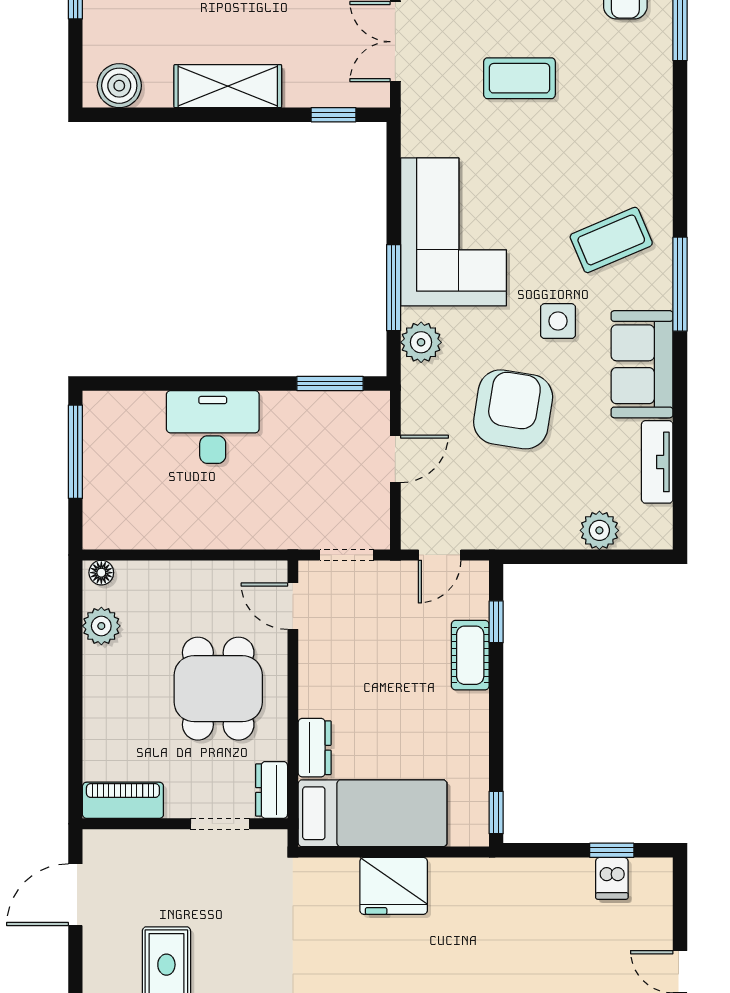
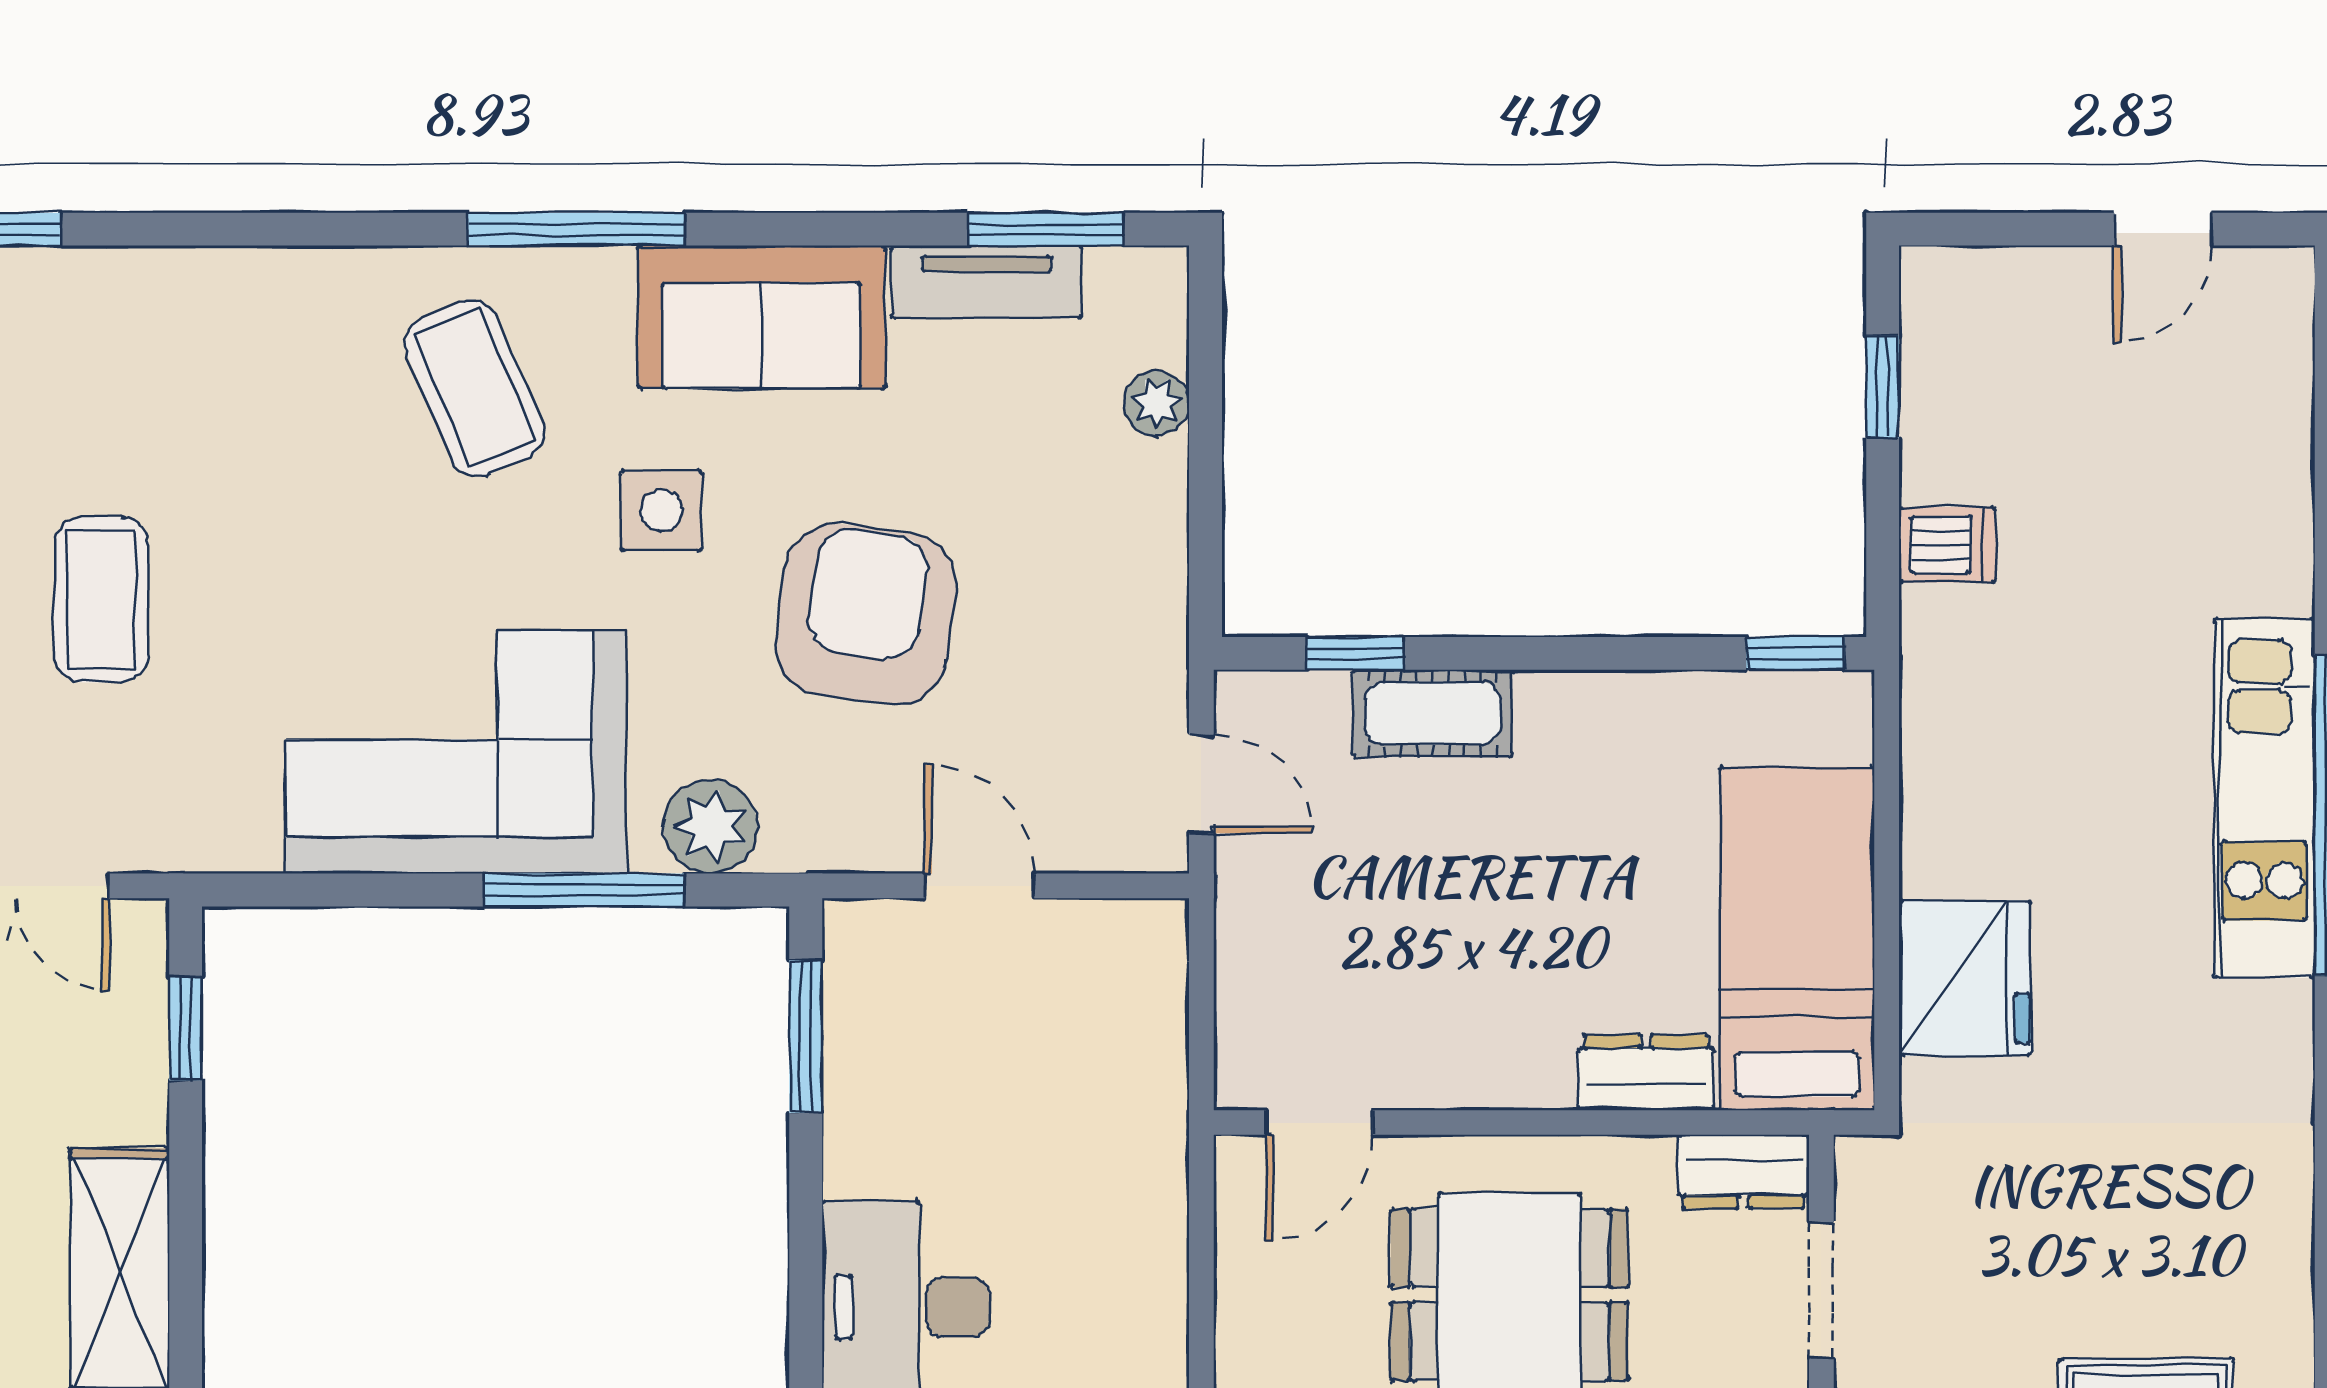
armchair: (513, 409) -> (865, 614), turned 89
window: (680, 488) -> (1046, 229), added
plant: (599, 530) -> (1157, 403), width x0.73, depth x0.73
doorway: (347, 555) -> (1201, 998), removed
dishwasher: (612, 878) -> (1947, 545), moved
fridge: (394, 886) -> (1965, 978), moved

